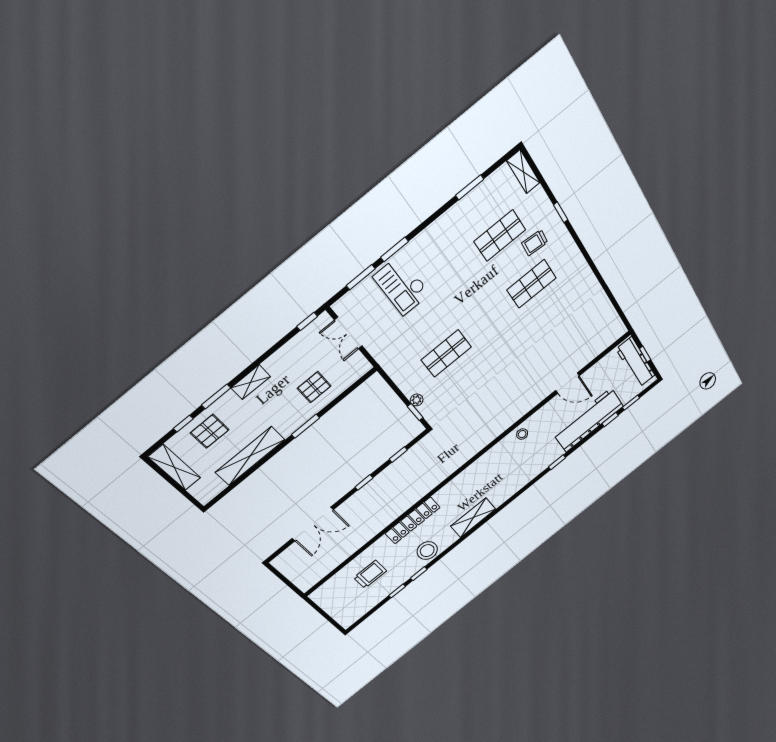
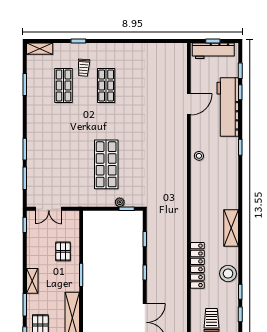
checkout: (402, 285) -> (47, 160), removed
shop shelf: (446, 353) -> (106, 164), width x1.43, depth x1.36

